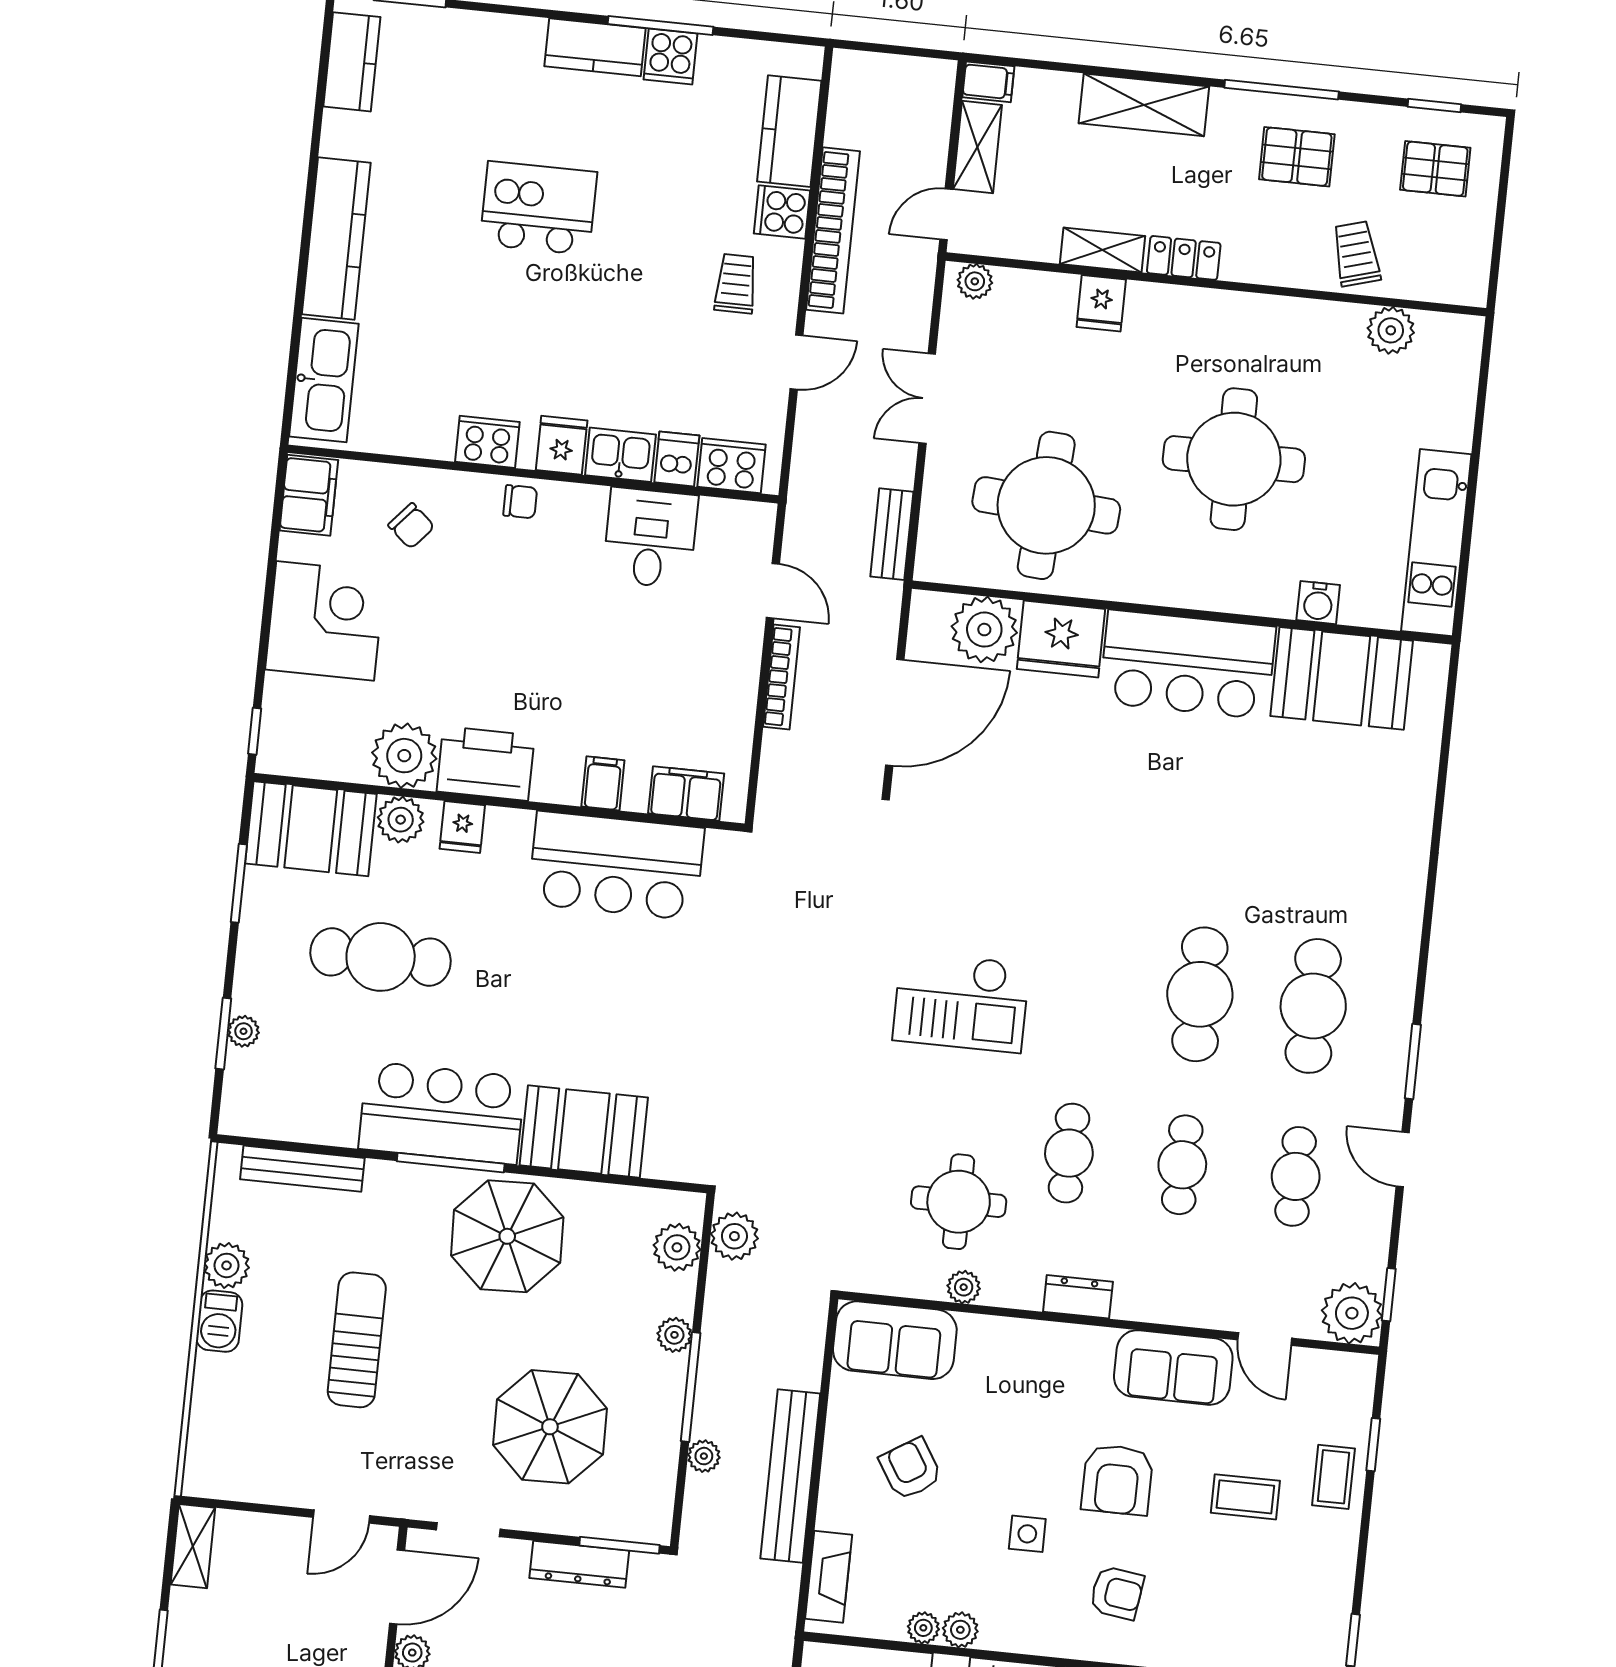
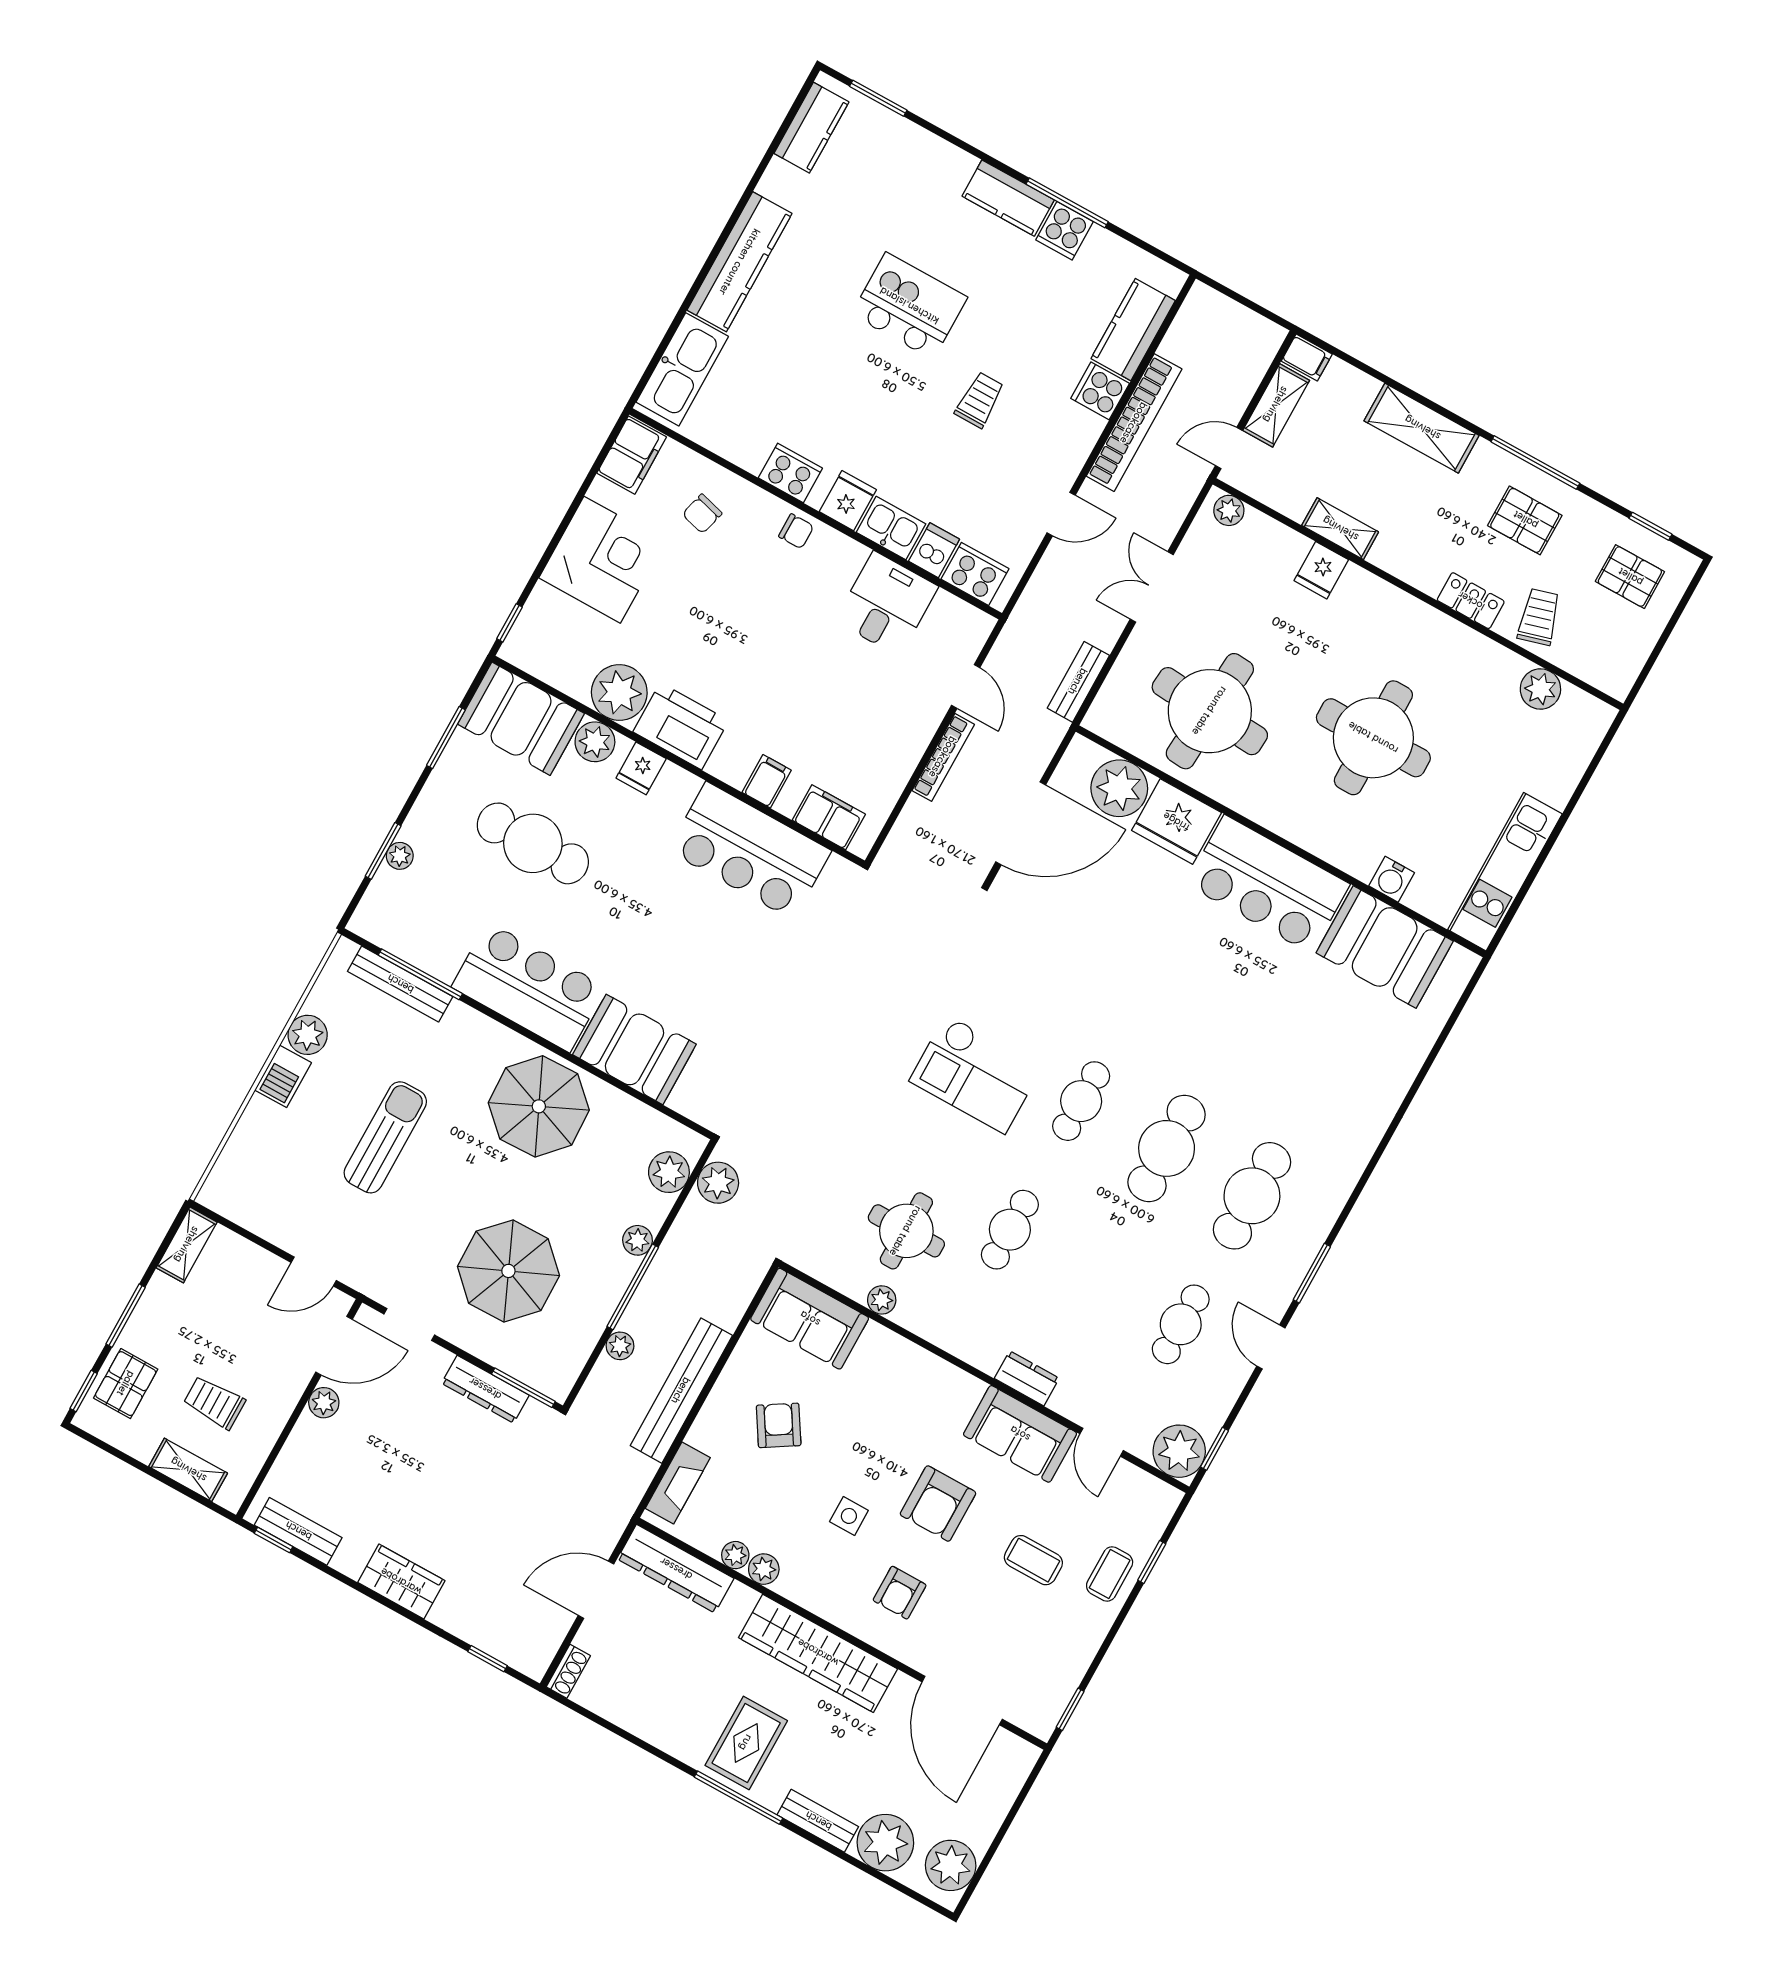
locker: (1184, 258) -> (1471, 601), moved
trolley: (736, 284) -> (980, 400), moved
chair: (411, 526) -> (702, 514), turned 64
window: (451, 1163) -> (420, 974), moved
cafe table: (1182, 1165) -> (1081, 1101), moved
dresser: (1078, 1297) -> (1027, 1378), moved
armchair: (1117, 1593) -> (900, 1593), turned 82

